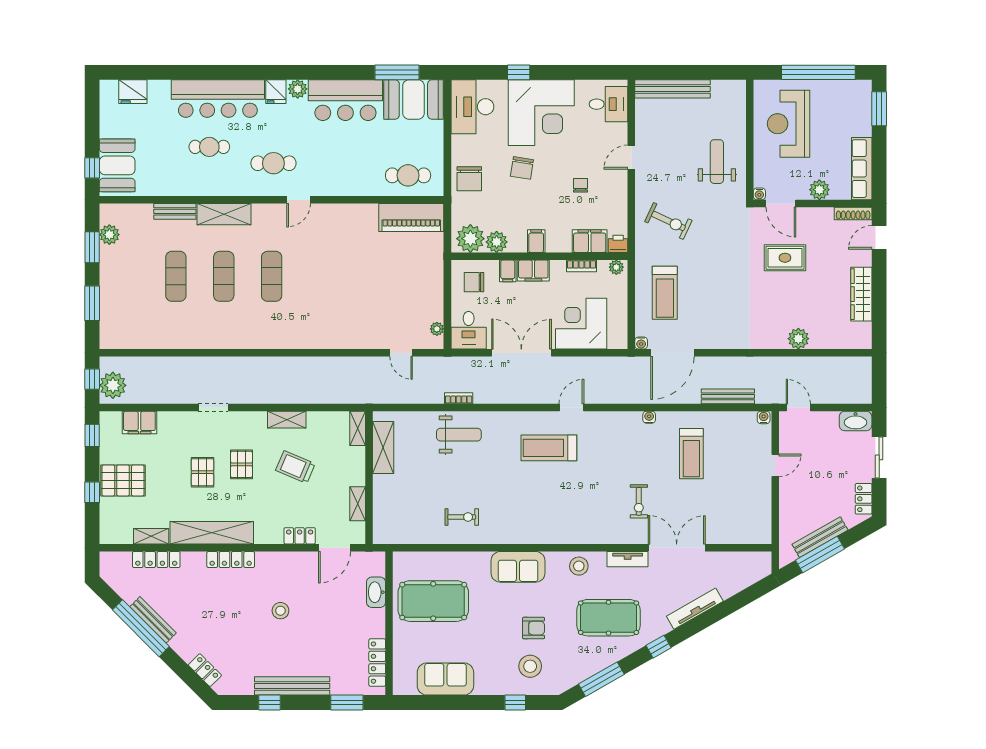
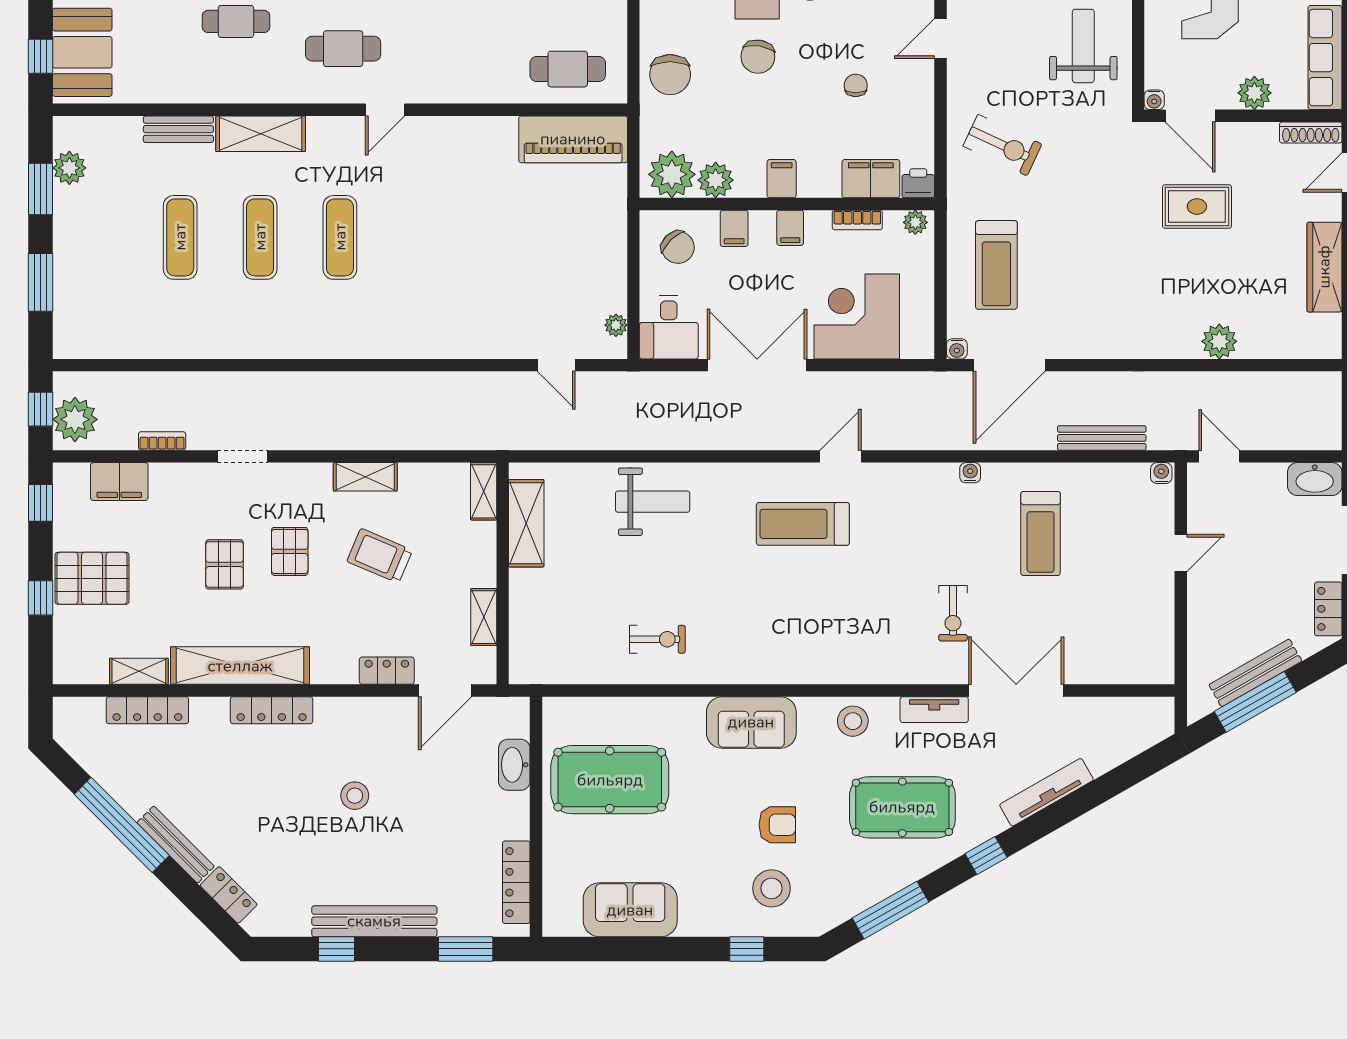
filing cabinet: (533, 271) -> (790, 228), width x0.50
chair: (474, 282) -> (678, 247), turned -134
bookcase: (459, 398) -> (162, 441), moved
bench: (153, 620) -> (176, 845), moved

